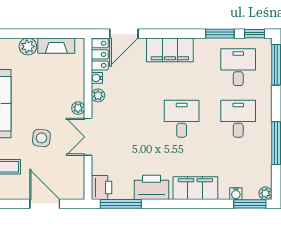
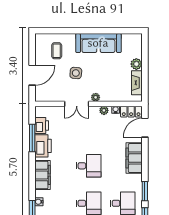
door: (124, 34) -> (145, 128), hinge flipped
double door: (88, 137) -> (77, 104), swing flipped
printer: (101, 187) -> (42, 126), moved, turned -90
window: (121, 204) -> (32, 138), moved

